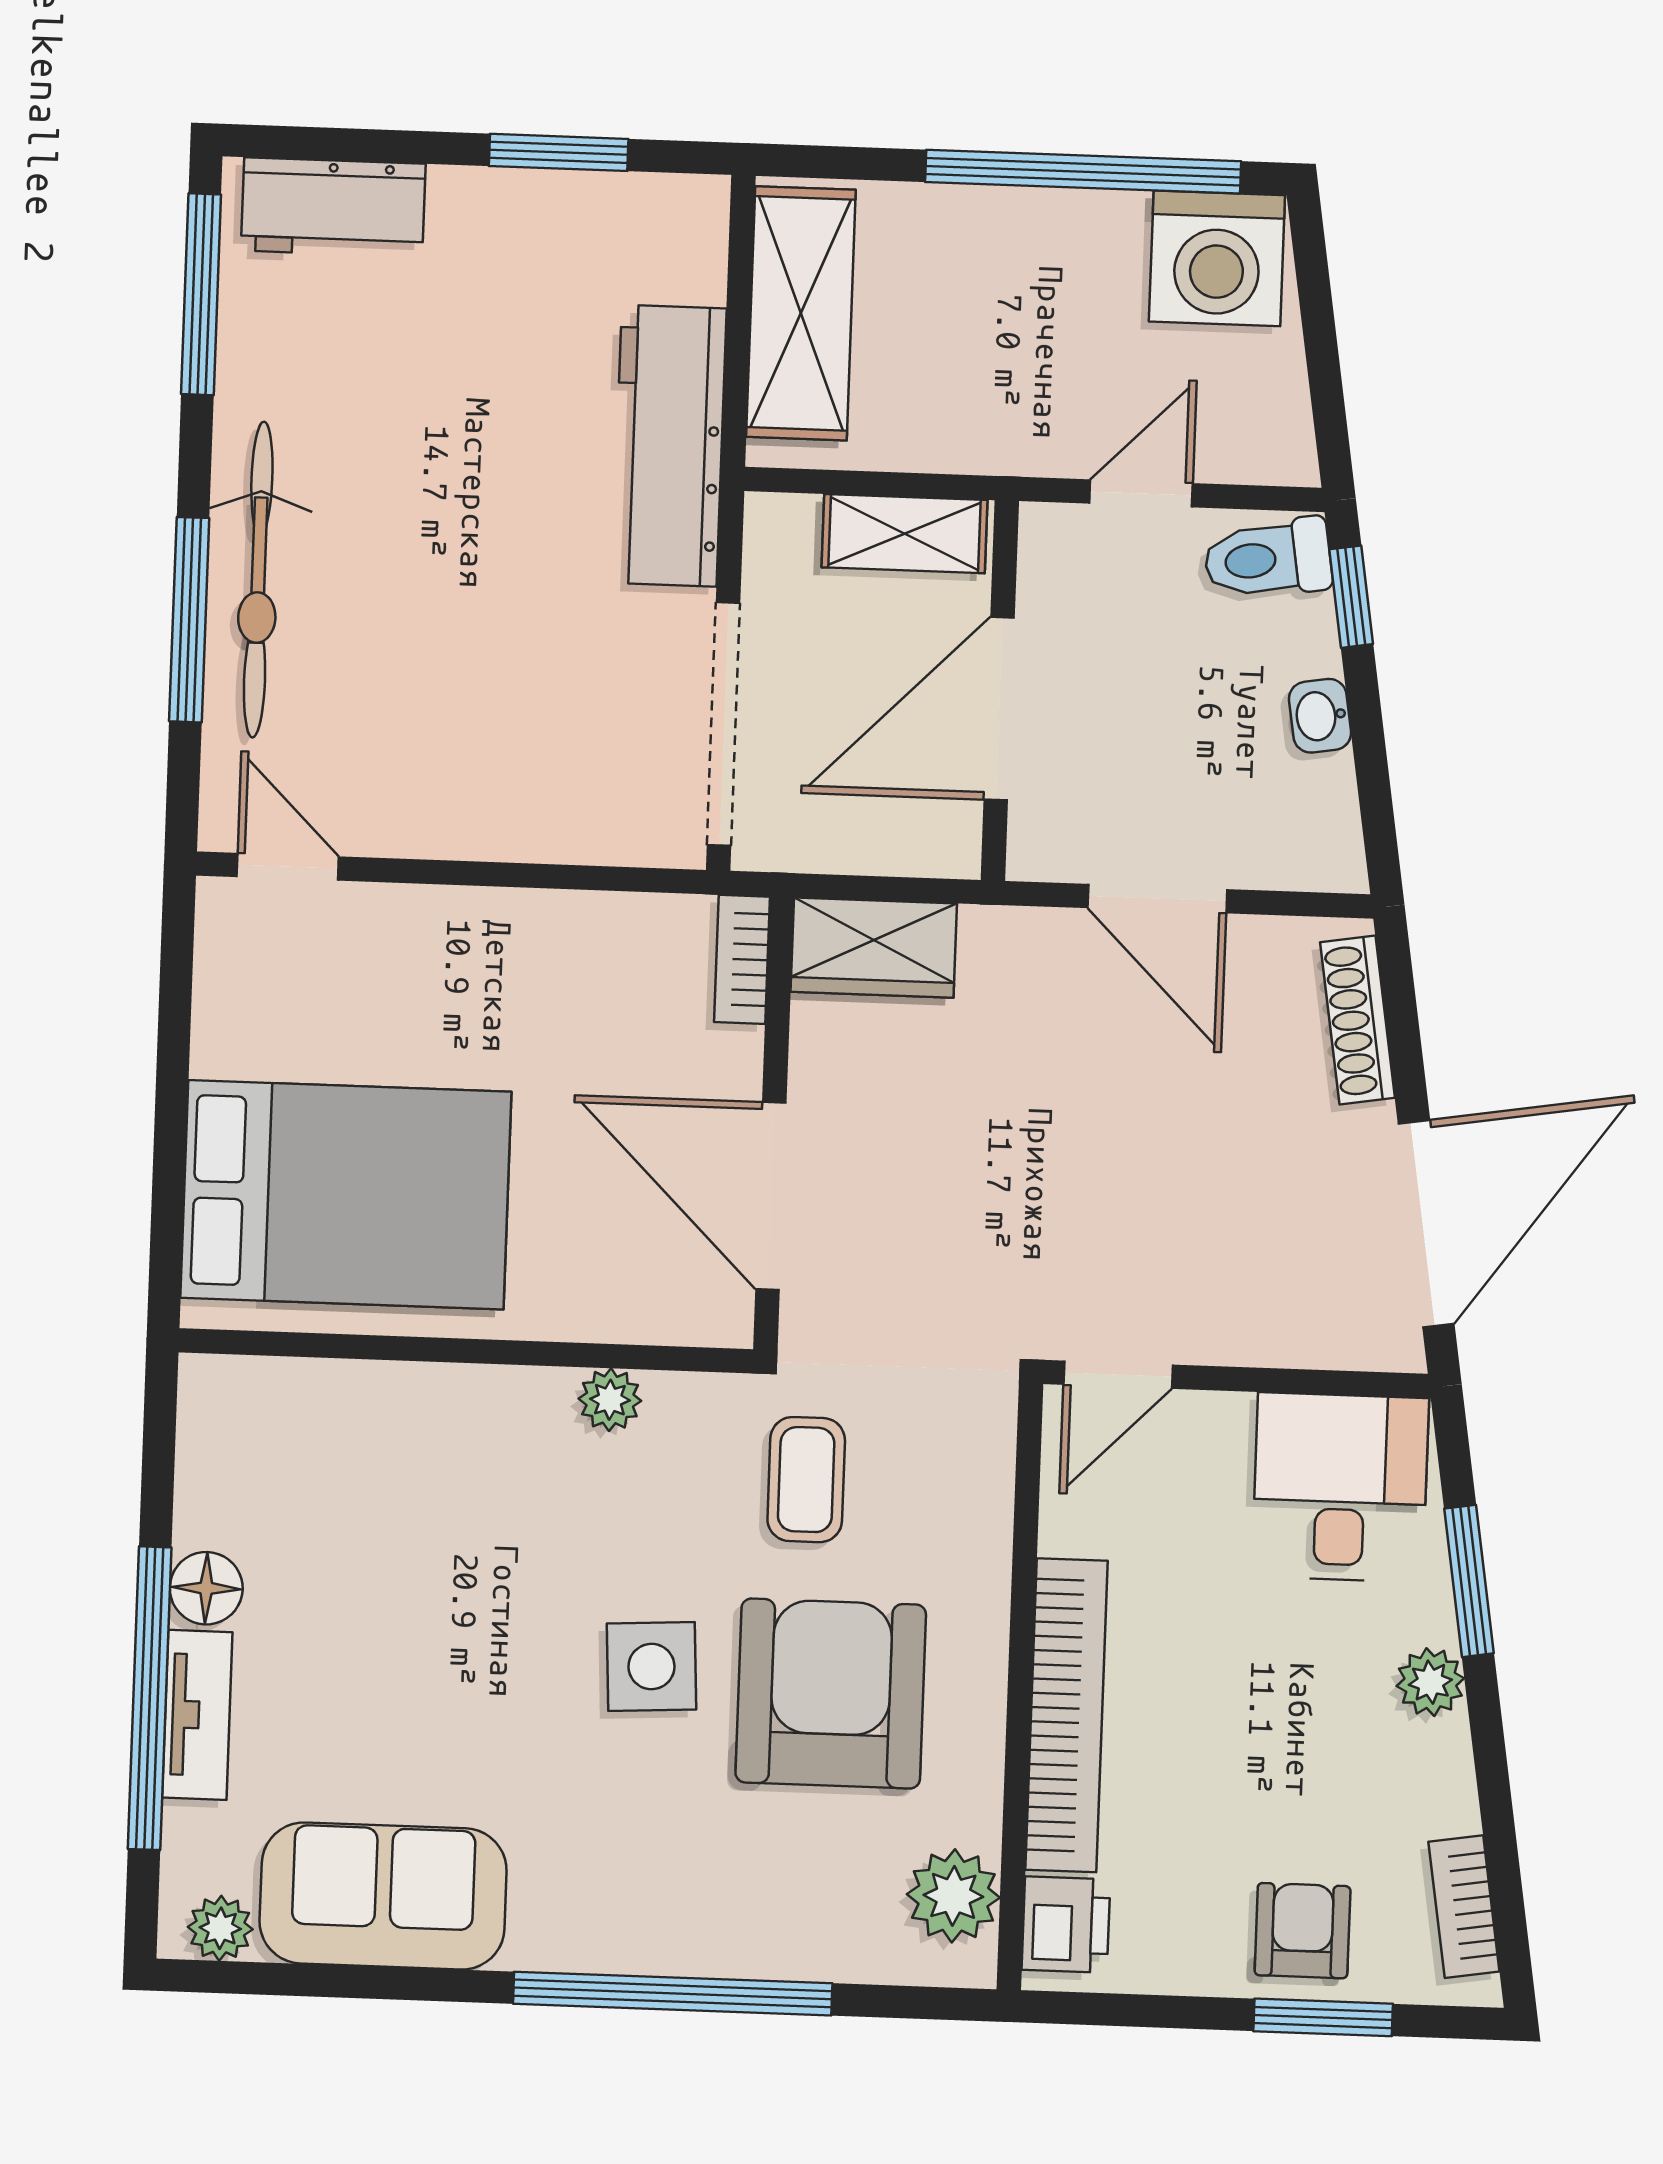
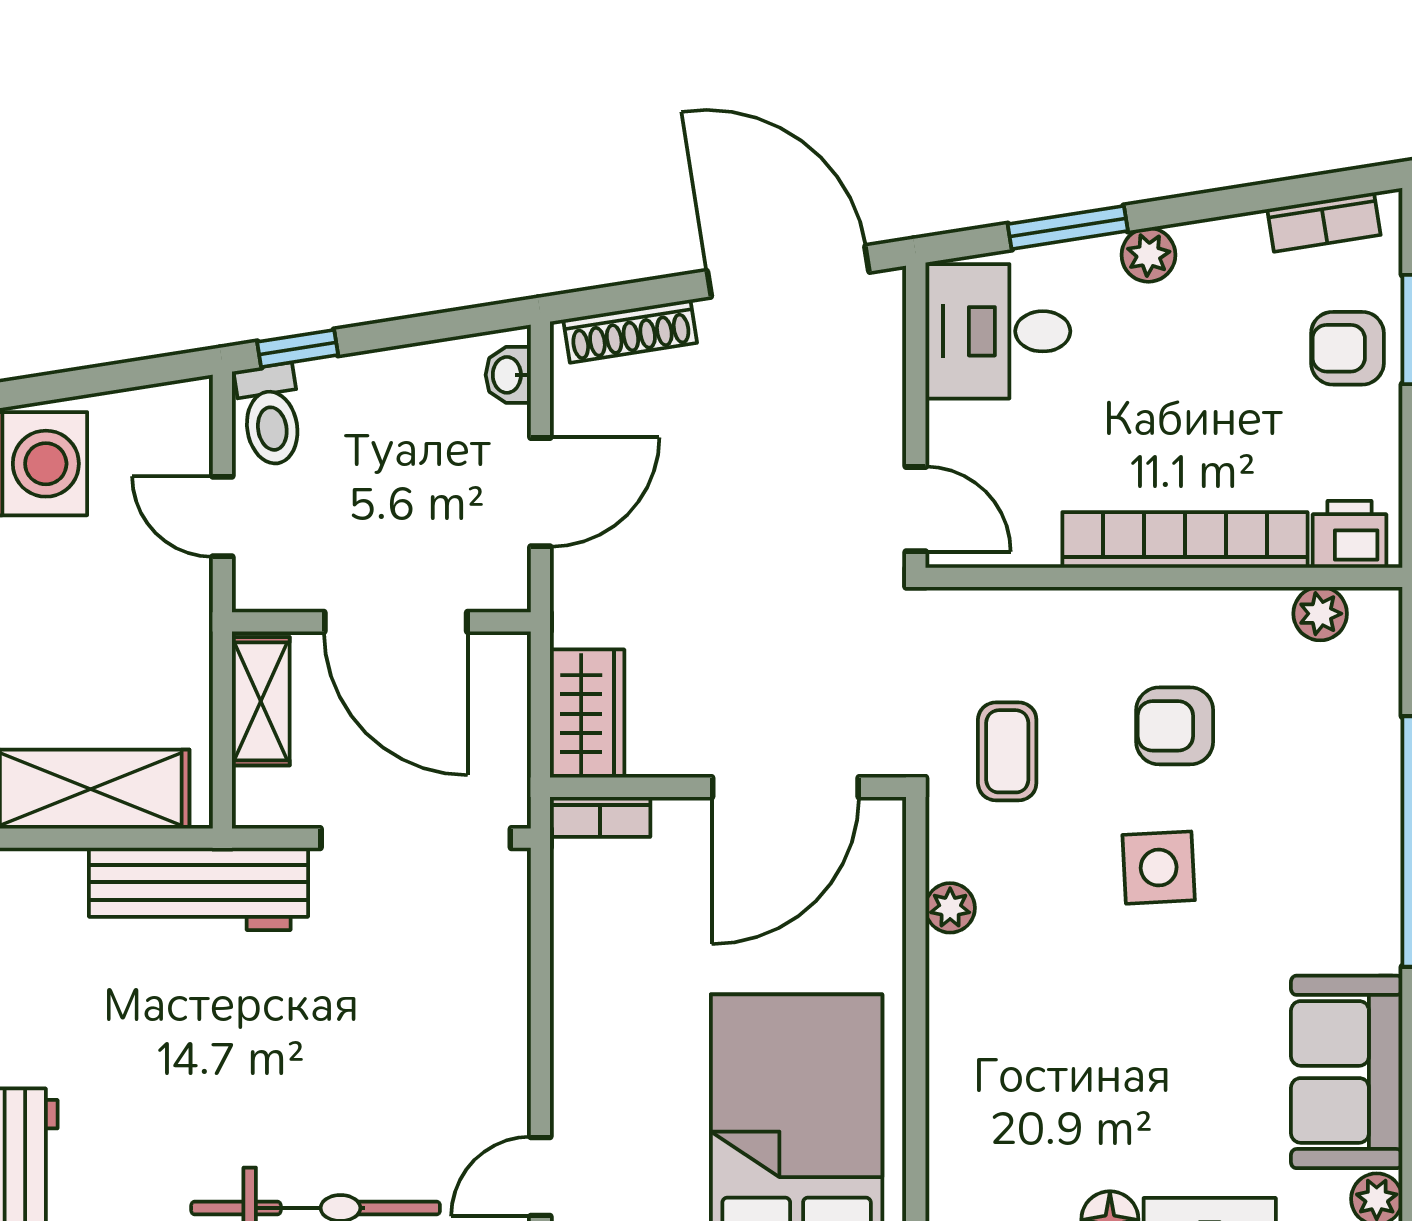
washbasin: (1320, 716) -> (508, 375), moved, turned 99
coffee table: (806, 1480) -> (1007, 751), turned 90
armchair: (831, 1694) -> (1175, 726), width x0.53, depth x0.53
plant: (953, 1896) -> (1320, 614), width x0.73, depth x0.73

